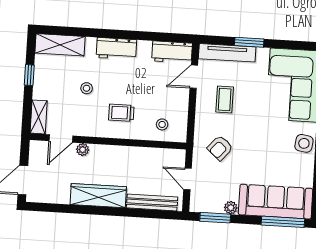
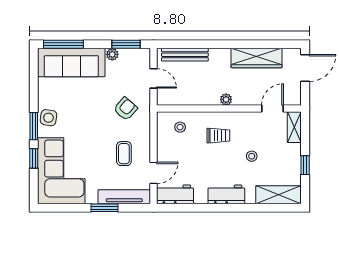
plant: (83, 150) -> (226, 99), moved
wardrobe: (98, 196) -> (257, 58), moved

